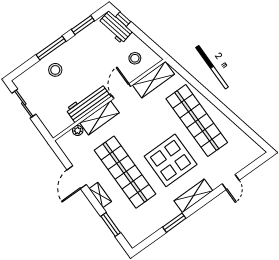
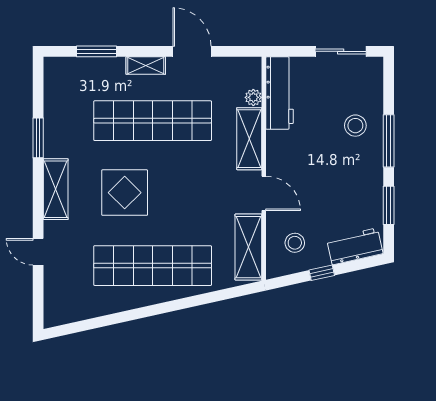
window: (123, 19) -> (322, 273), moved
workbench: (88, 103) -> (280, 93), moved
display table: (171, 160) -> (125, 193), width x0.73, depth x0.73

